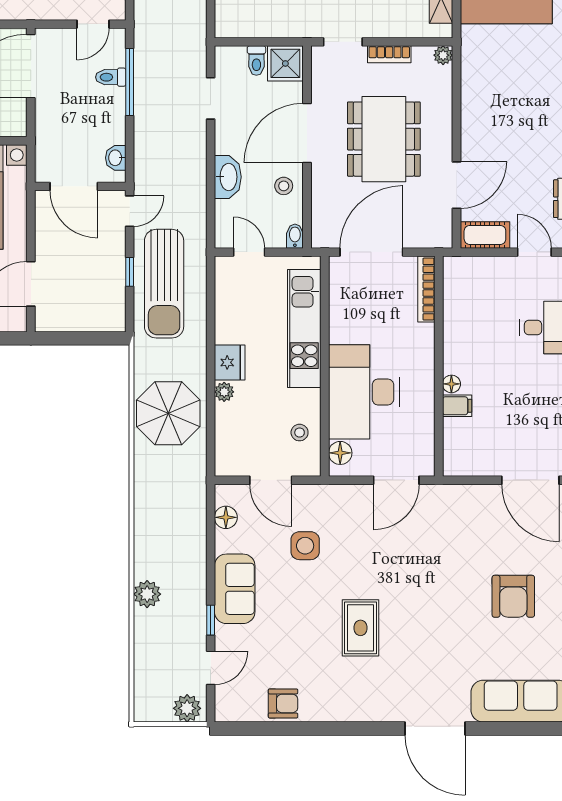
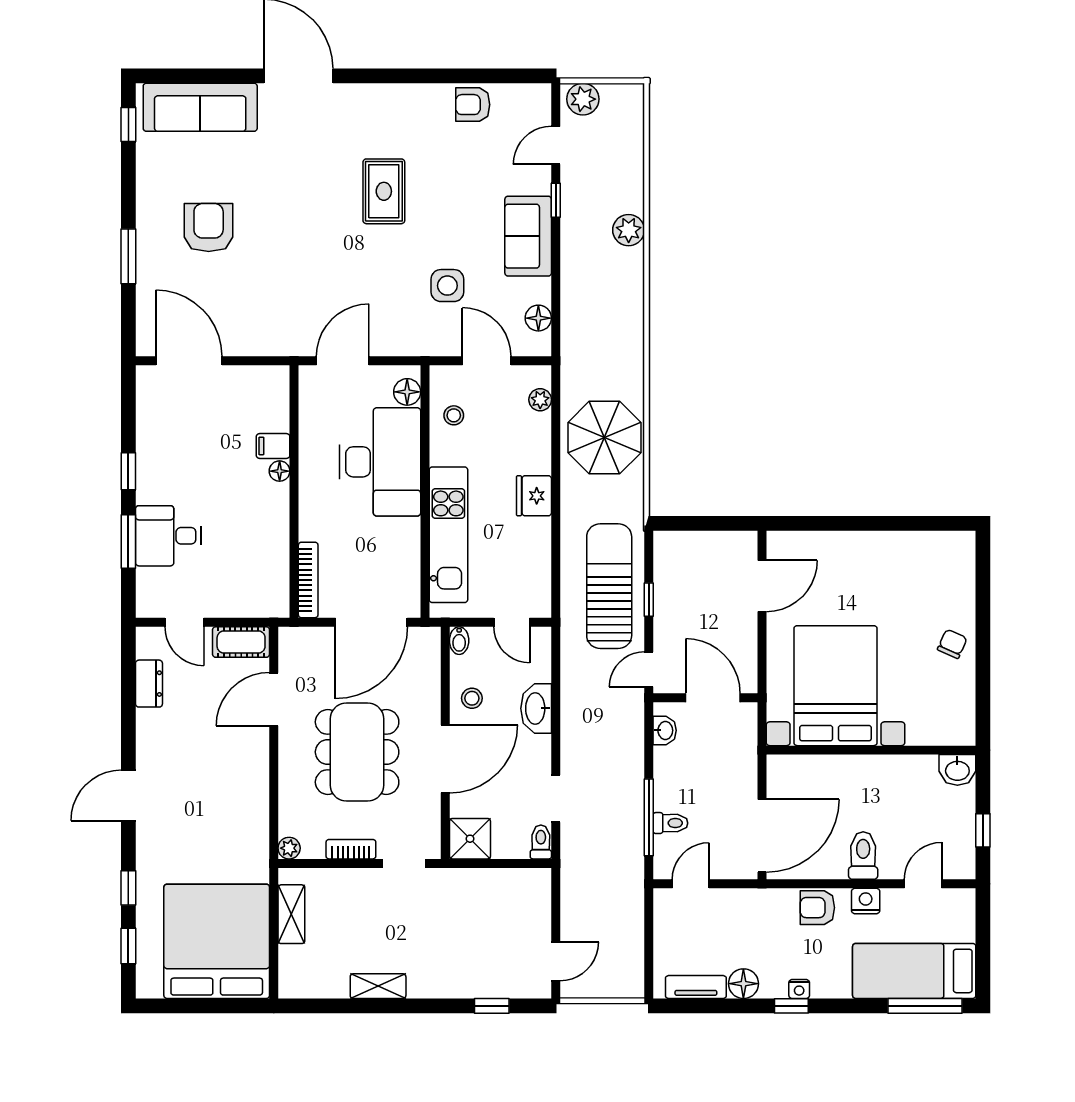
toilet: (256, 61) -> (541, 842), moved
plant: (224, 392) -> (540, 400), moved

